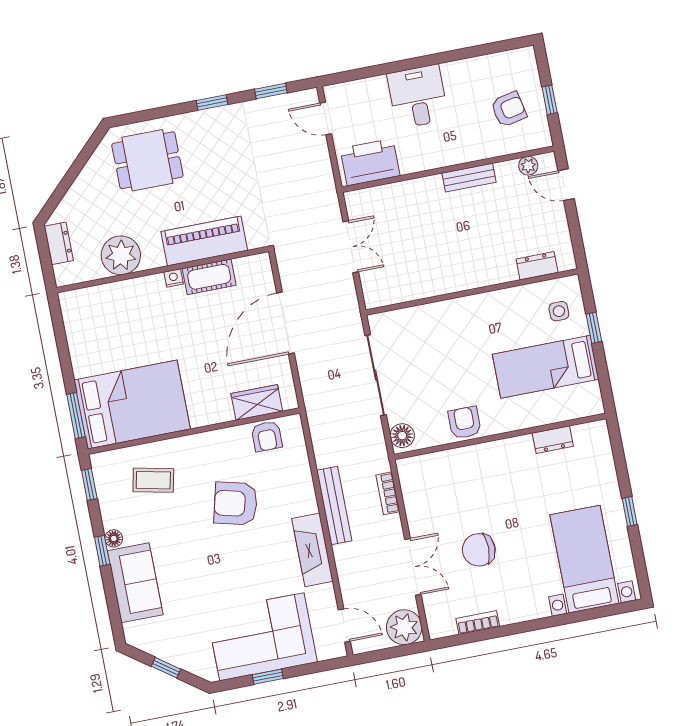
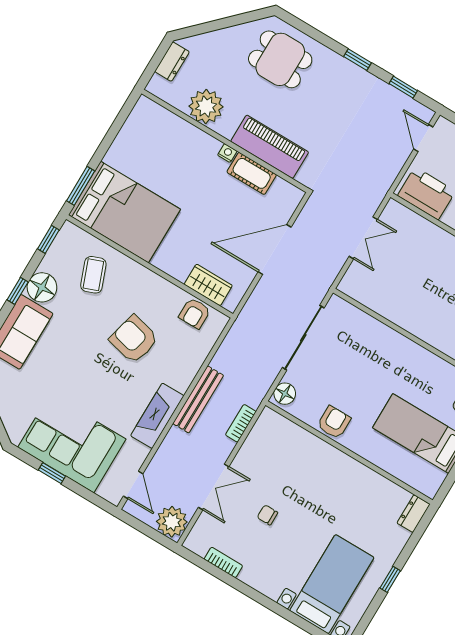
dresser: (553, 440) -> (414, 514), moved, turned 90
coffee table: (153, 480) -> (93, 275), turned 57
floor lamp: (114, 538) -> (42, 287), width x1.89, depth x1.89
chair: (479, 550) -> (267, 515), width x0.54, depth x0.54

